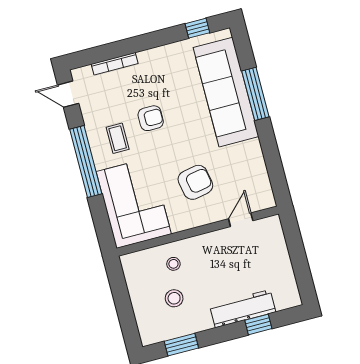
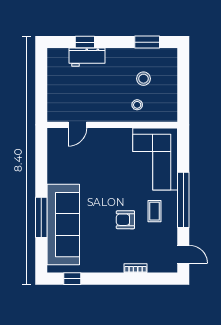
bookcase: (115, 64) -> (136, 268), width x0.64
armchair: (195, 182) -> (104, 162), removed
workbench: (243, 309) -> (87, 57), width x0.73

